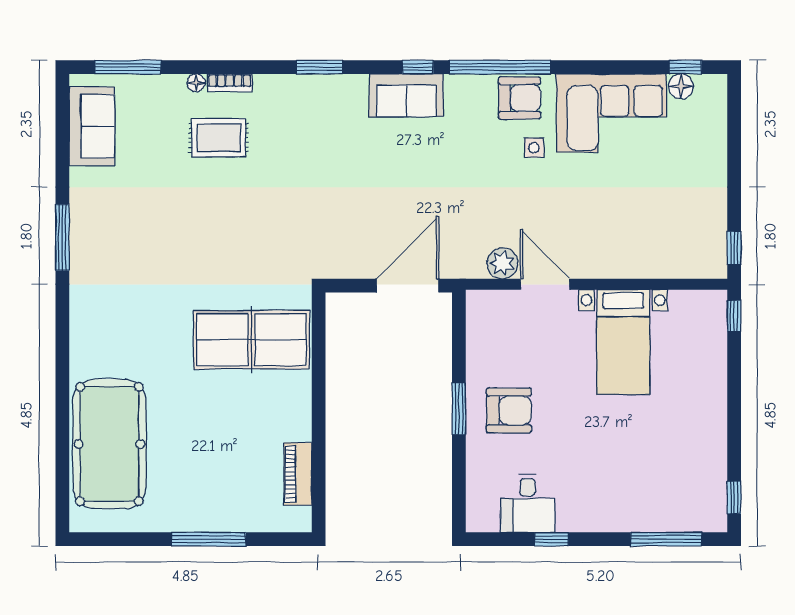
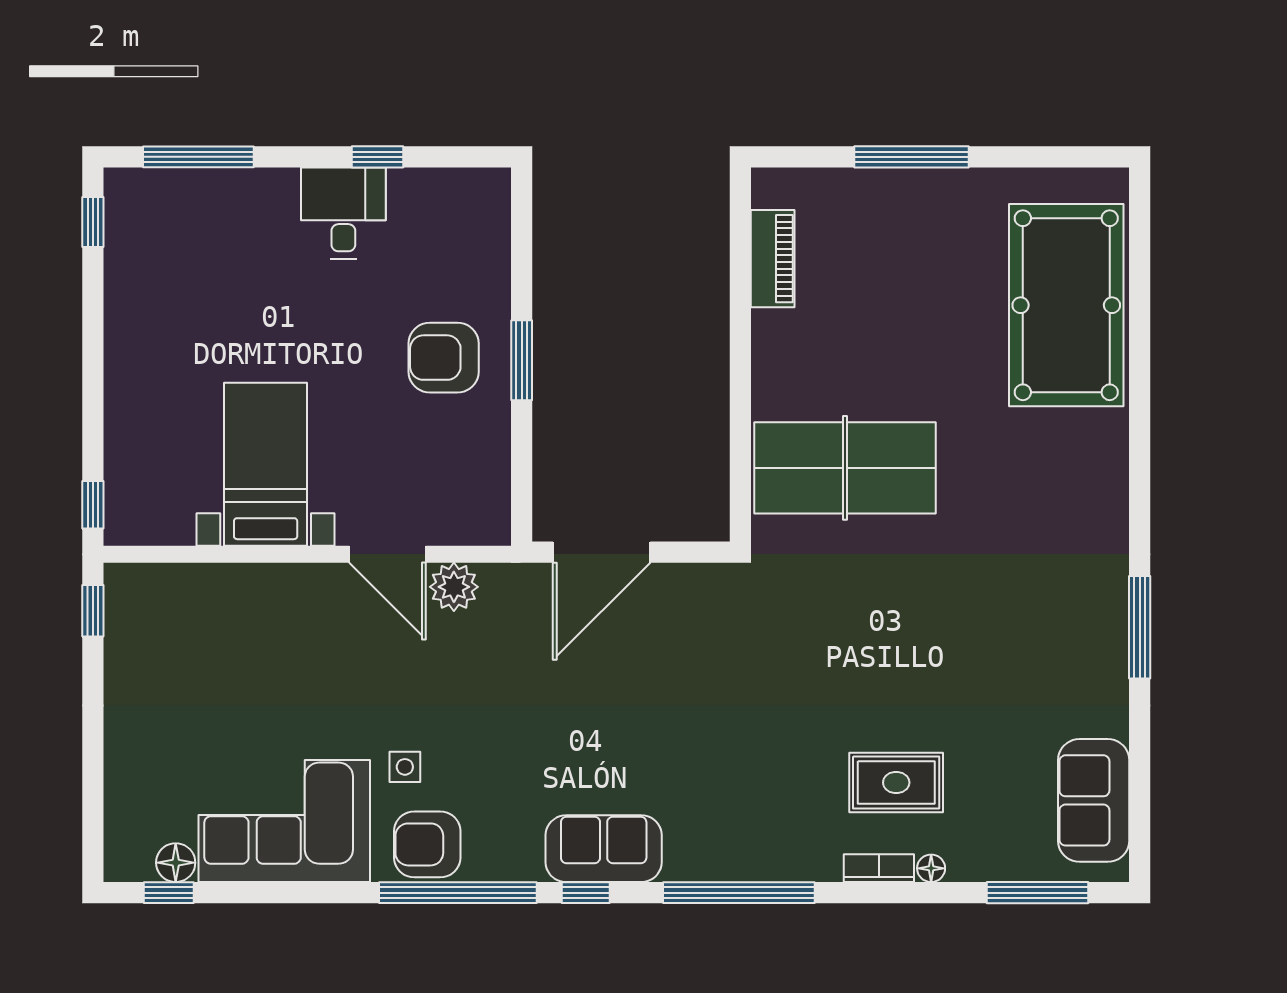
window: (320, 67) -> (739, 893), width x2.11
desk: (528, 503) -> (343, 213), moved

